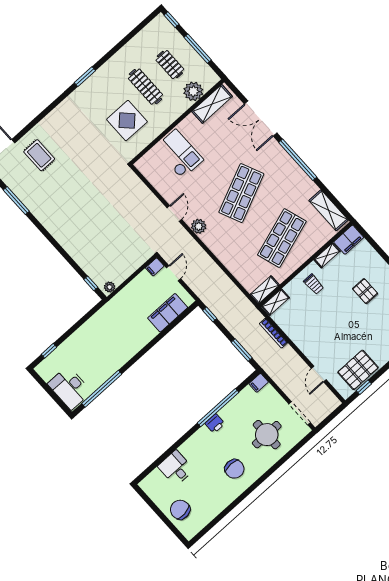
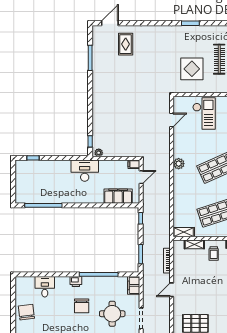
door: (174, 214) -> (172, 120), moved
shelving: (276, 302) -> (194, 244), moved
door: (319, 374) -> (172, 290), moved
filing cabinet: (259, 383) -> (134, 285), width x2.00
desk: (70, 388) -> (85, 171), moved, turned 90
printer: (215, 423) -> (76, 282), moved
chair: (234, 469) -> (82, 306), moved

